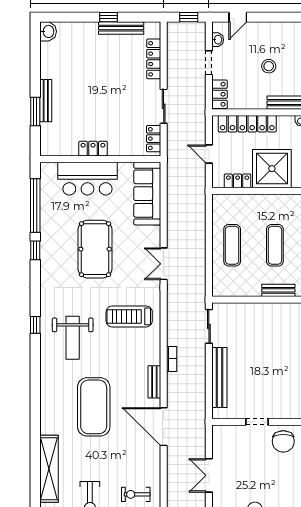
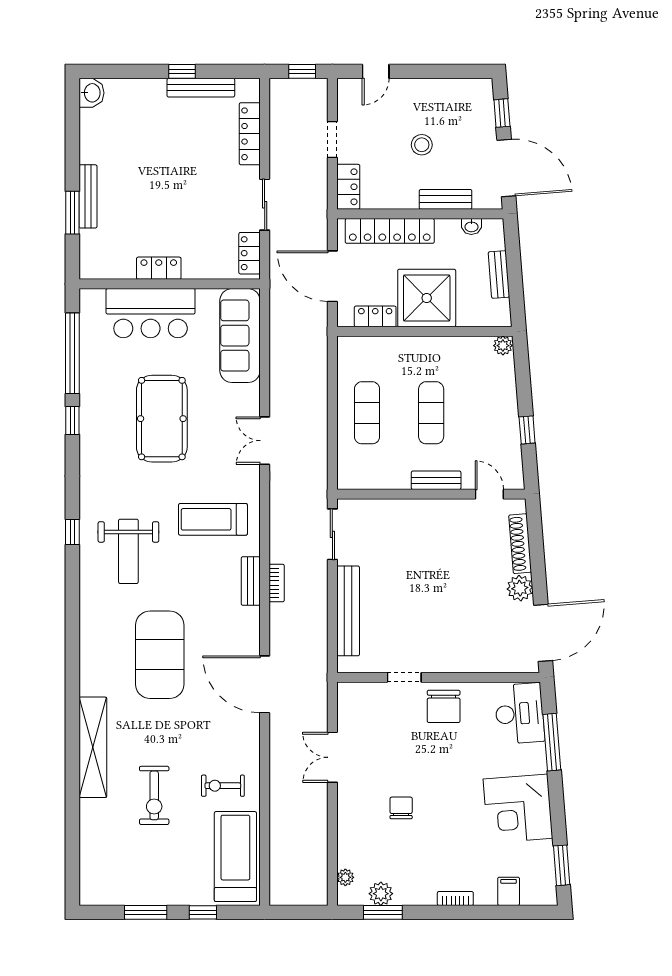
washbasin: (218, 40) -> (345, 105), removed
door: (209, 154) -> (332, 276), width x1.87
bench: (154, 382) -> (251, 581), moved

